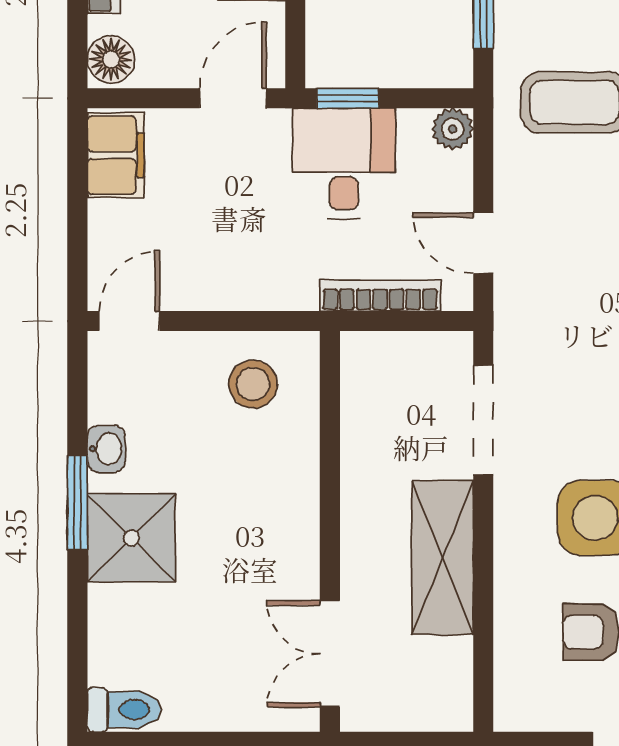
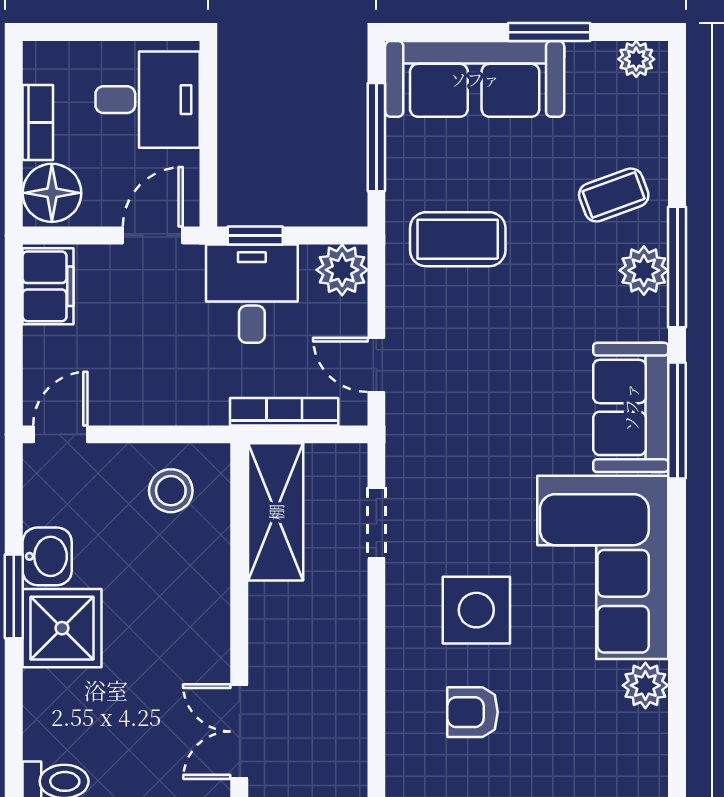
floor lamp: (111, 59) -> (52, 193), width x1.38, depth x1.38
plant: (453, 129) -> (342, 270), width x1.38, depth x1.38
doorway: (483, 420) -> (376, 523), width x0.73
washbasin: (106, 449) -> (47, 556), width x1.38, depth x1.45
shelving: (443, 558) -> (276, 512), moved

